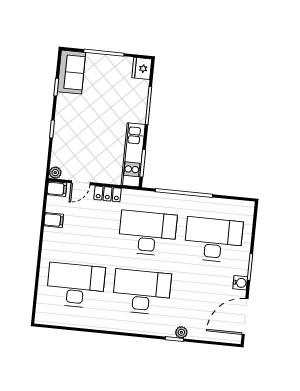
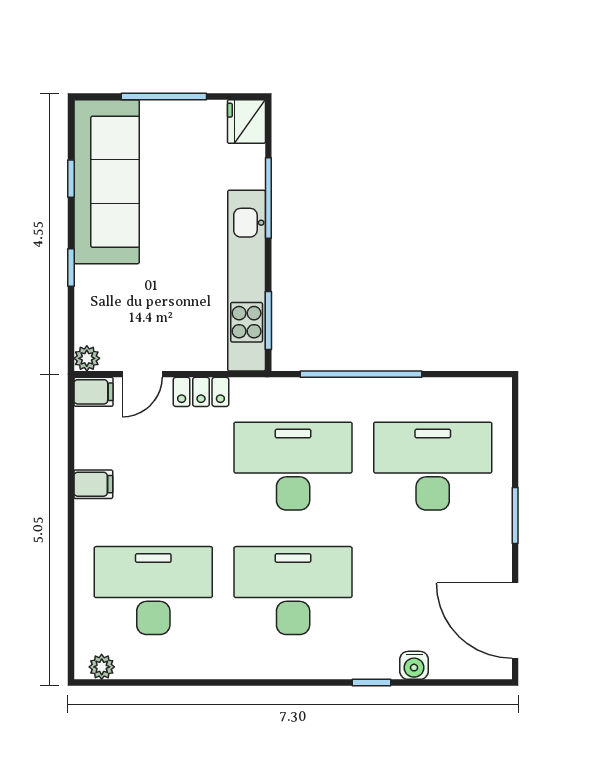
sofa: (71, 72) -> (107, 182), width x1.85, depth x1.27
kitchen unit: (133, 155) -> (247, 281), width x1.36
filing cabinet: (54, 220) -> (93, 484), moved
water cooler: (240, 283) -> (414, 665), moved, turned 90
door: (245, 317) -> (515, 621), hinge flipped
plant: (181, 332) -> (102, 667), moved

